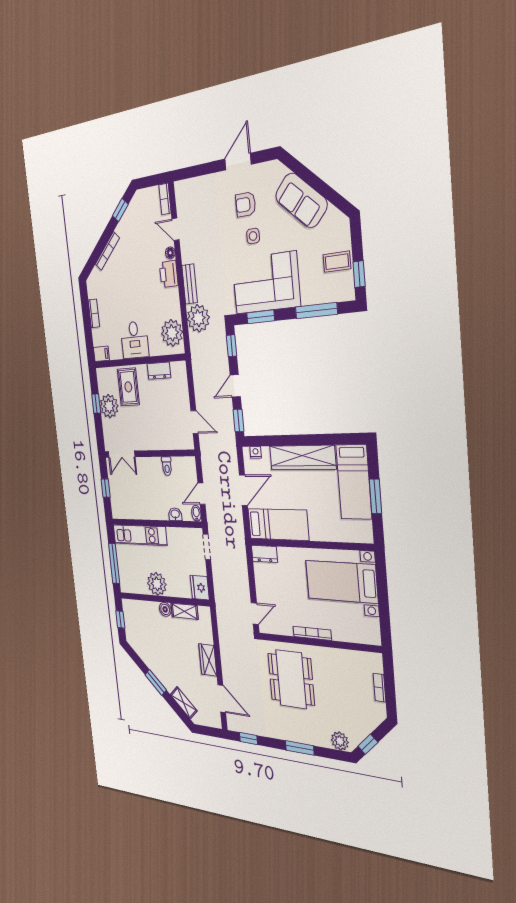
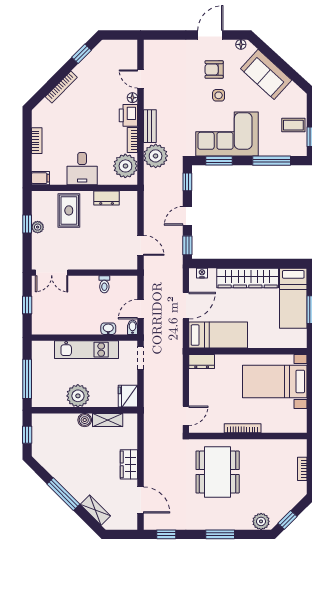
floor lamp: (271, 167) -> (241, 44), added
bookcase: (165, 199) -> (132, 140), moved
plant: (109, 406) -> (38, 227), width x0.53, depth x0.53
kitchen unit: (140, 535) -> (87, 350), moved
window: (156, 682) -> (63, 494), width x1.44

